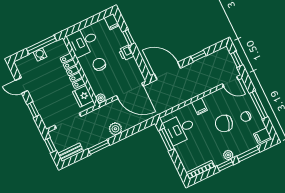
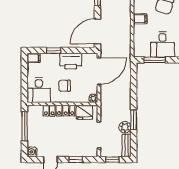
printer: (126, 53) -> (71, 61), width x1.87, depth x1.48
water cooler: (40, 54) -> (32, 152), moved
plant: (115, 129) -> (125, 127), moved
desk: (180, 129) -> (162, 44), moved

